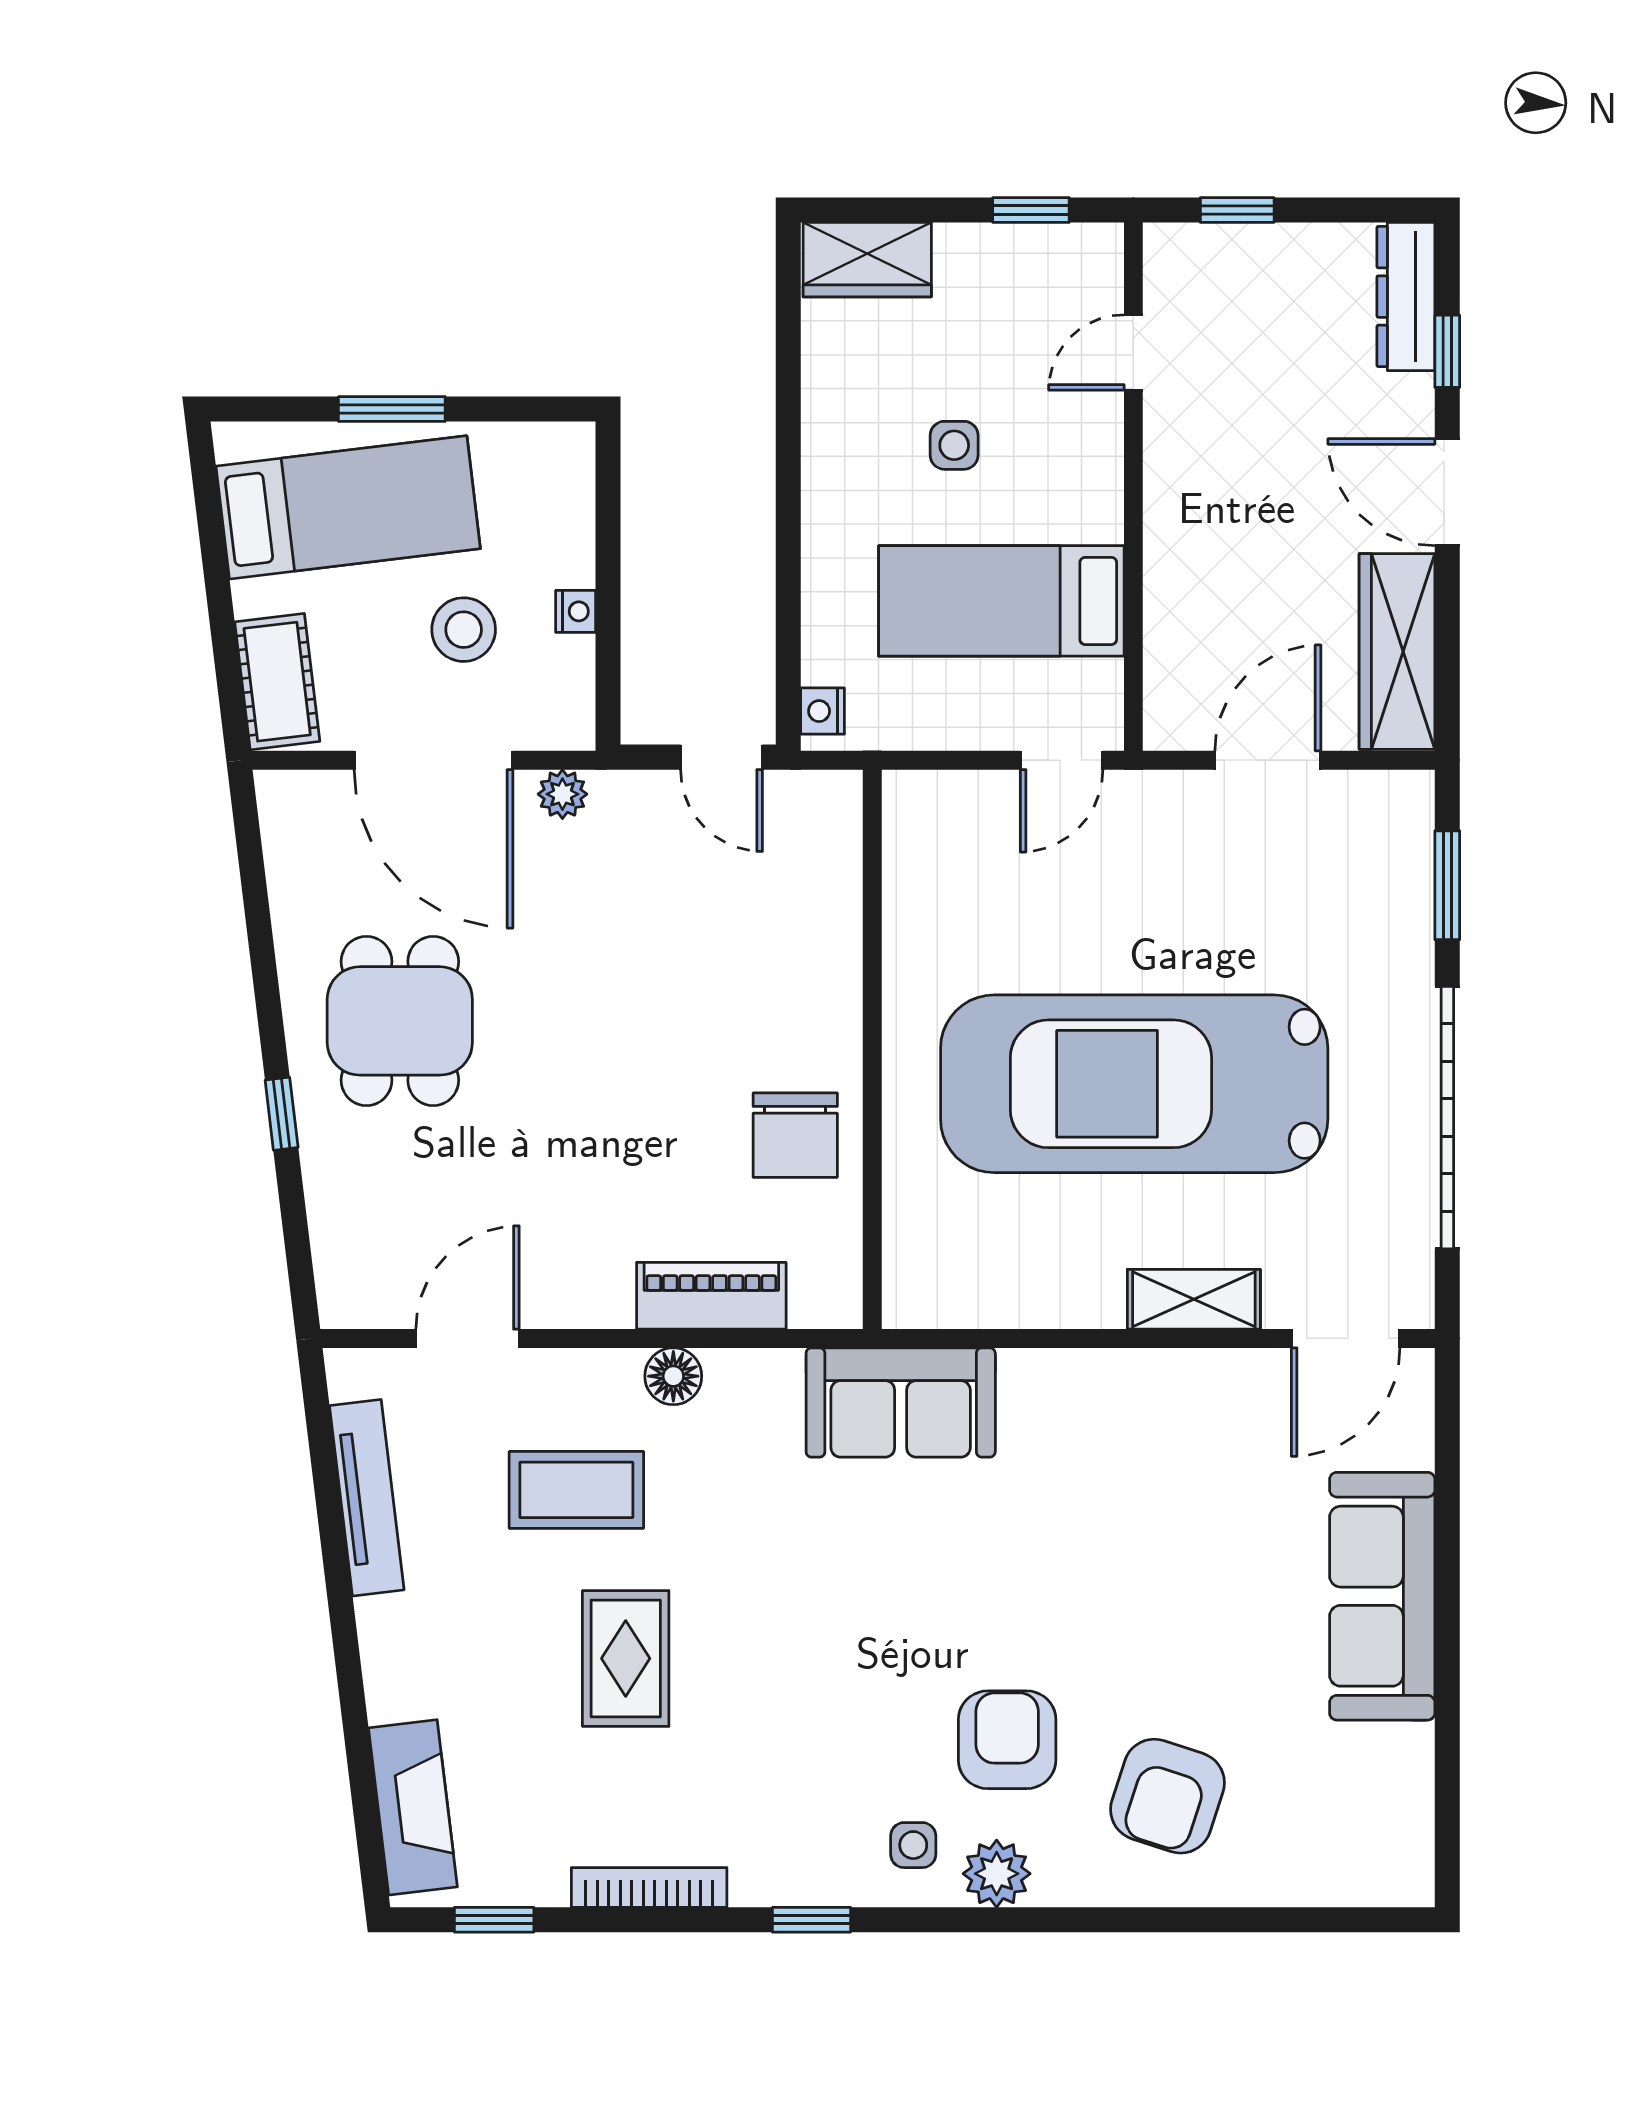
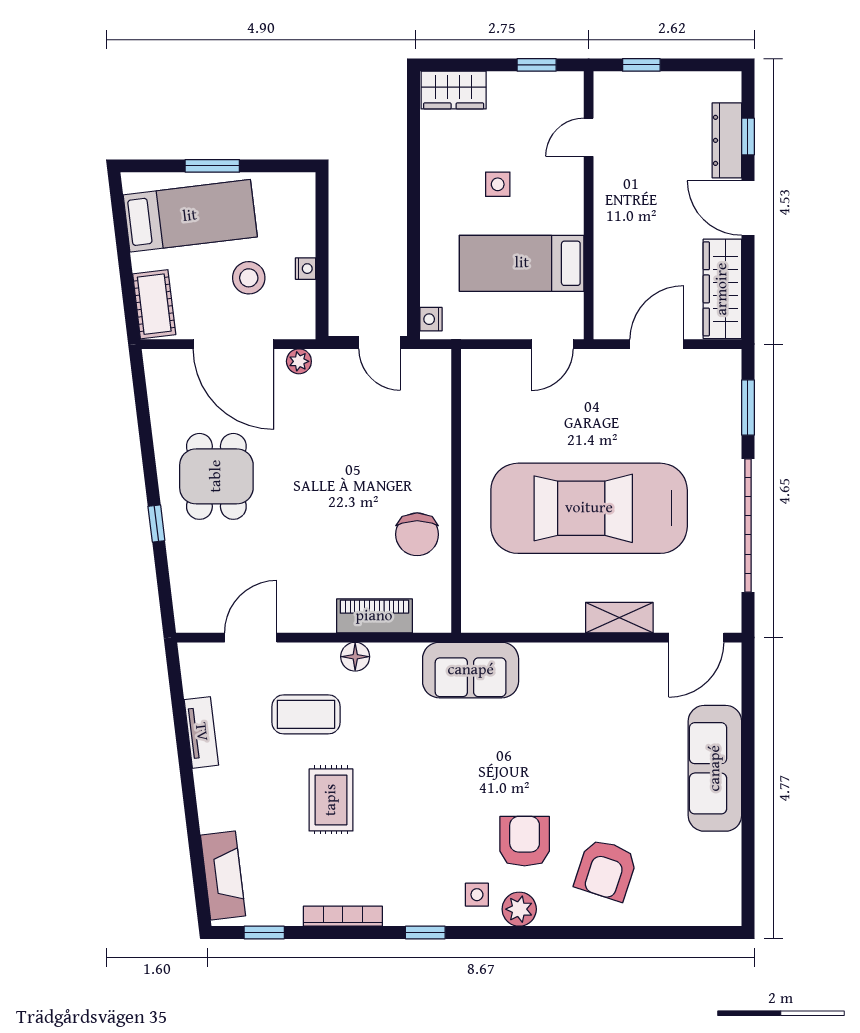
dresser: (1406, 297) -> (727, 140), moved
tv unit: (367, 1498) -> (201, 732), width x0.71

